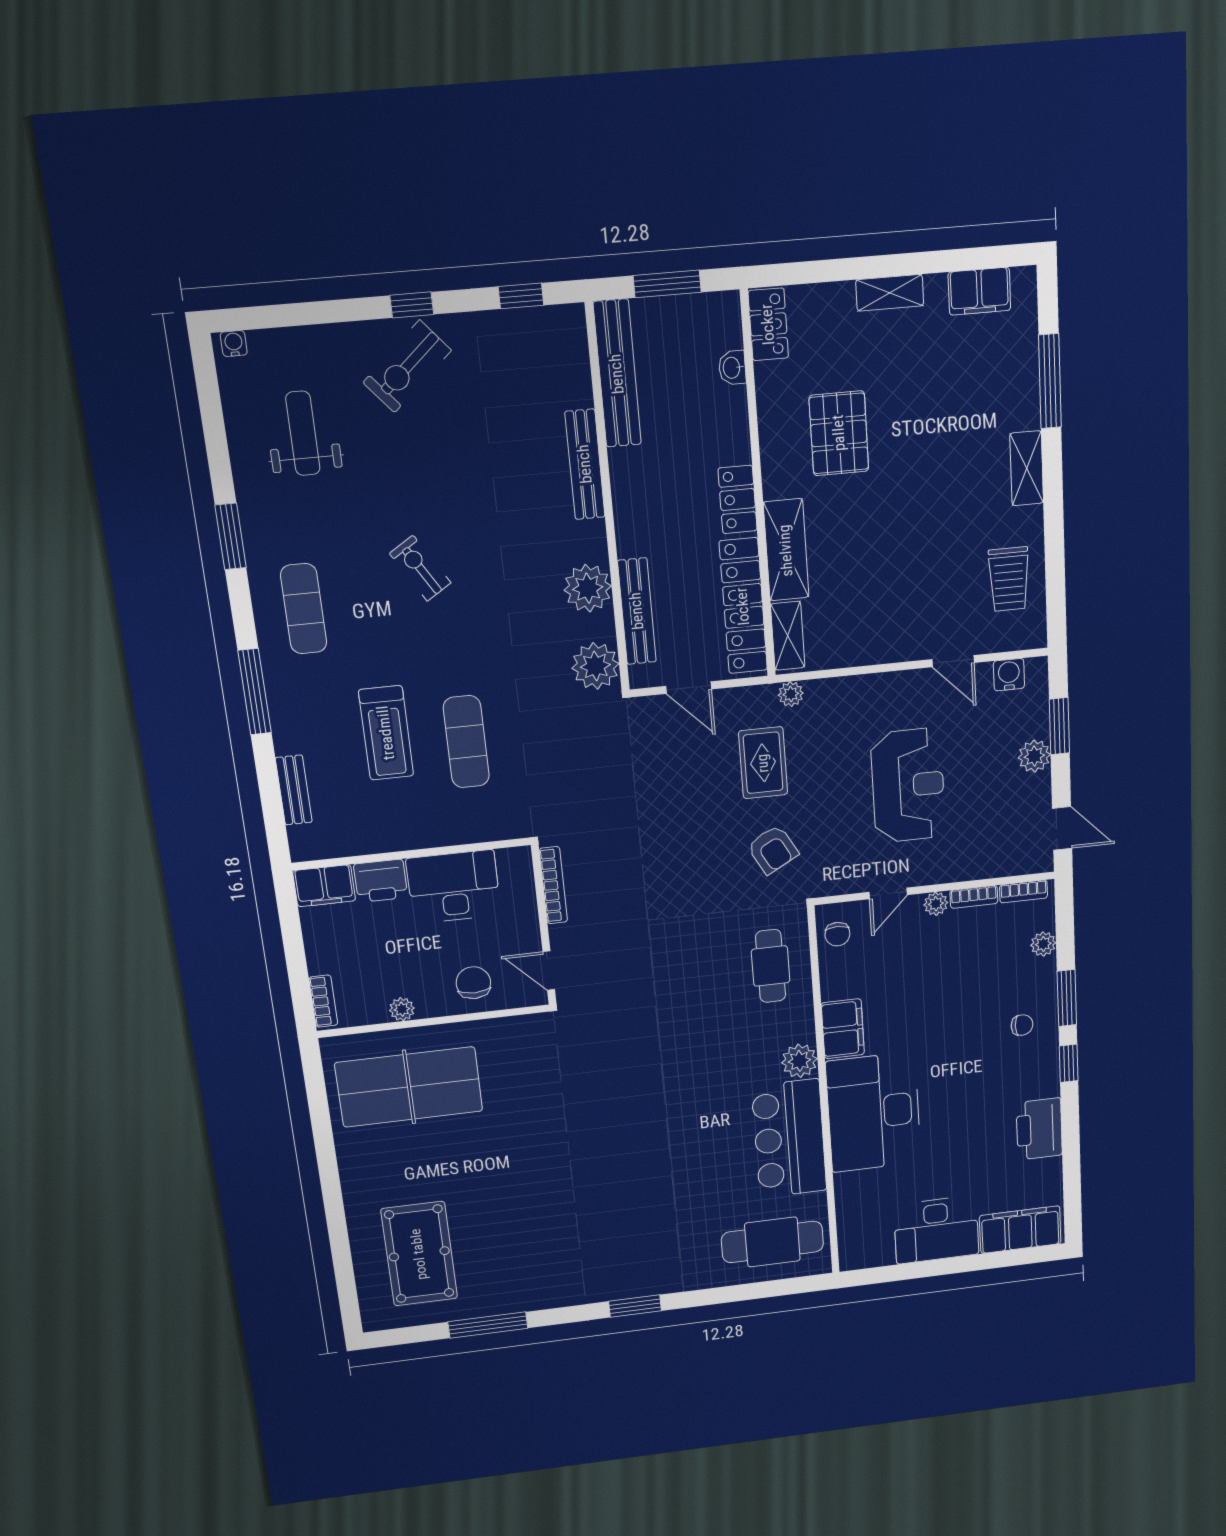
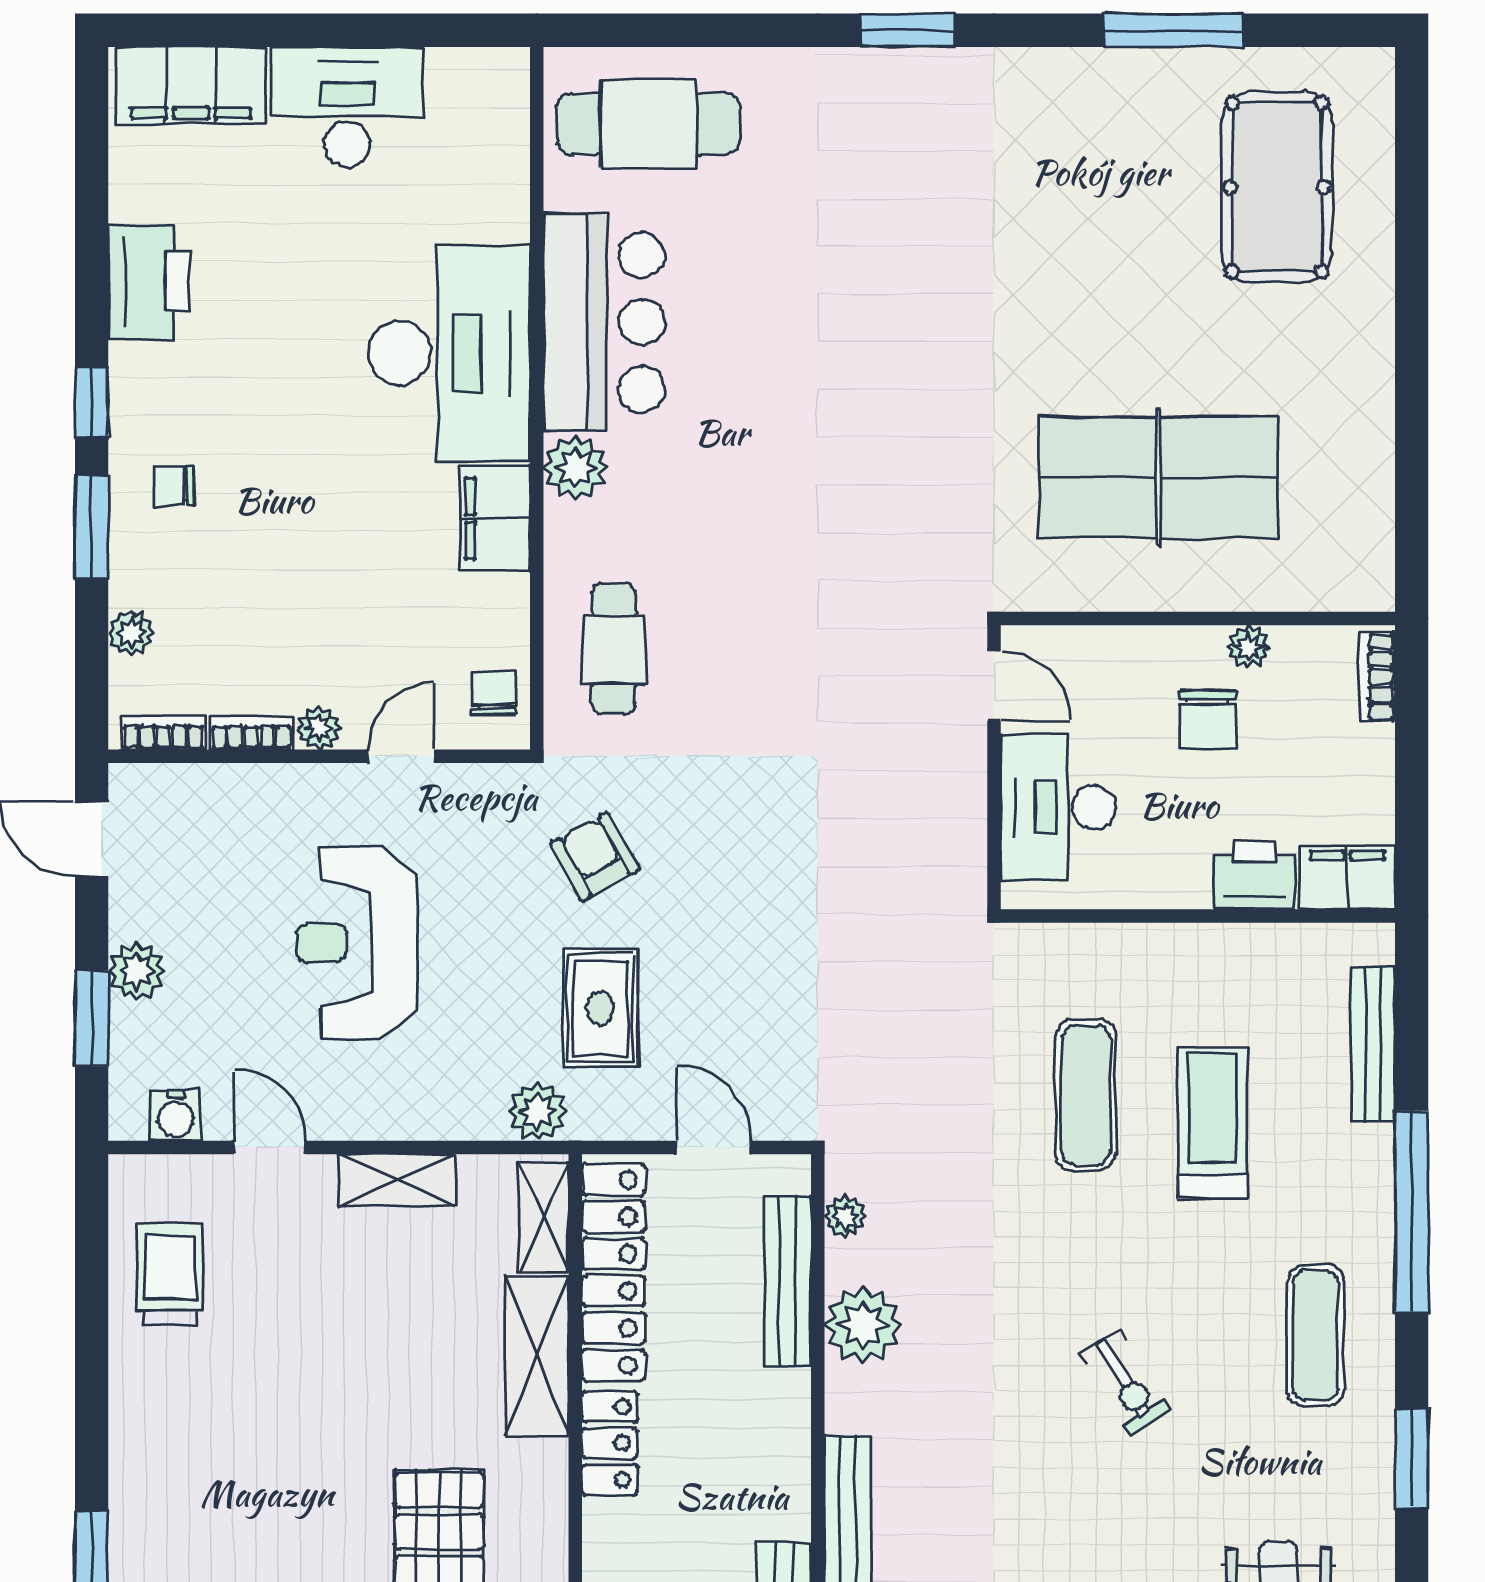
shelving: (1027, 468) -> (397, 1180), moved, turned 90
plant: (595, 666) -> (845, 1216), width x0.53, depth x0.53
window: (255, 692) -> (1412, 1211), width x1.46
plant: (791, 694) -> (538, 1112), width x1.38, depth x1.38
bench: (294, 790) -> (1373, 1044), width x1.36
bookcase: (553, 885) -> (970, 836), removed
desk: (454, 887) -> (1058, 807), moved, turned 90
chair: (473, 983) -> (1208, 719), moved
table tennis table: (409, 1087) -> (1159, 477), moved

